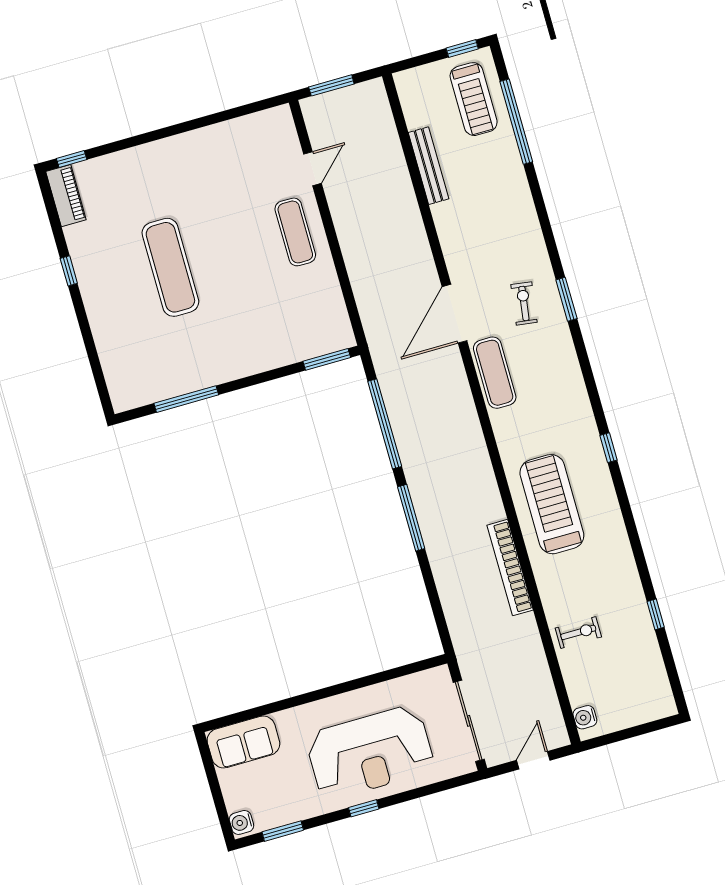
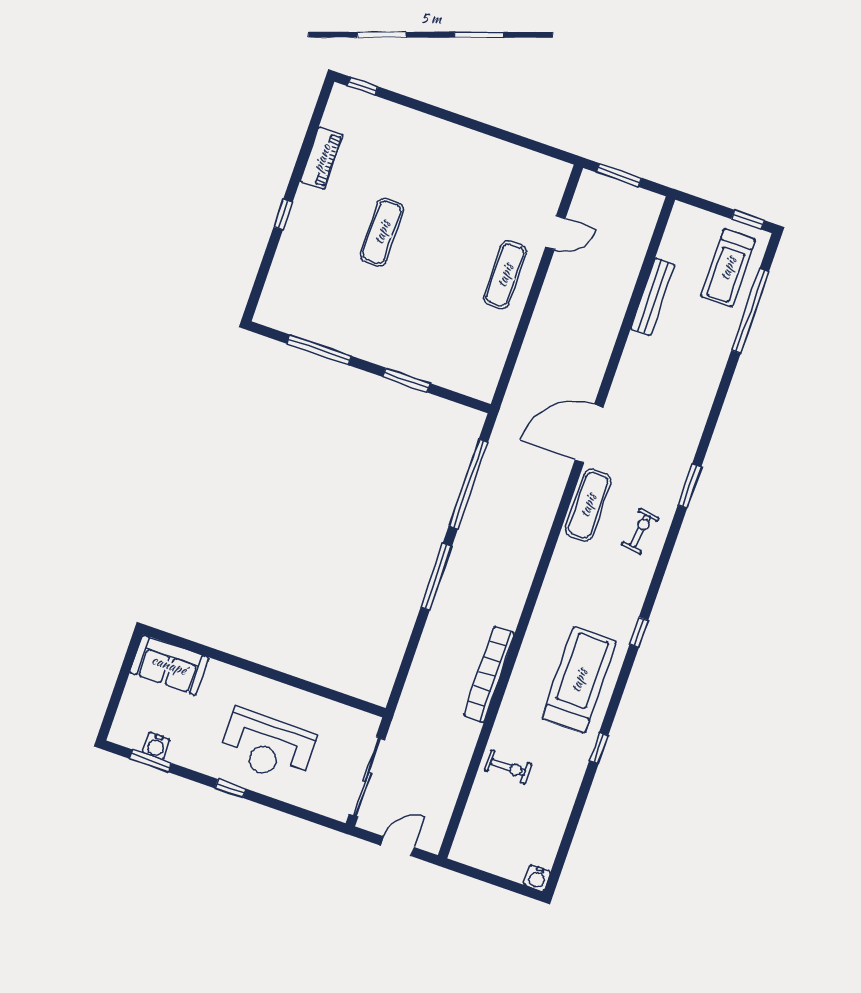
piano: (66, 196) -> (322, 158), moved
exercise mat: (170, 267) -> (382, 232), width x0.73, depth x0.69
window: (69, 271) -> (283, 215), moved
exercise bike: (524, 303) -> (640, 531), moved
window: (327, 359) -> (406, 380), moved
treadmill: (552, 504) -> (579, 680), moved
window: (656, 614) -> (599, 748), moved
water cooler: (585, 717) -> (537, 878), moved, turned -90
reception desk: (370, 753) -> (267, 746), width x0.74, depth x0.77
water cooler: (241, 822) -> (156, 746), moved, turned -90

